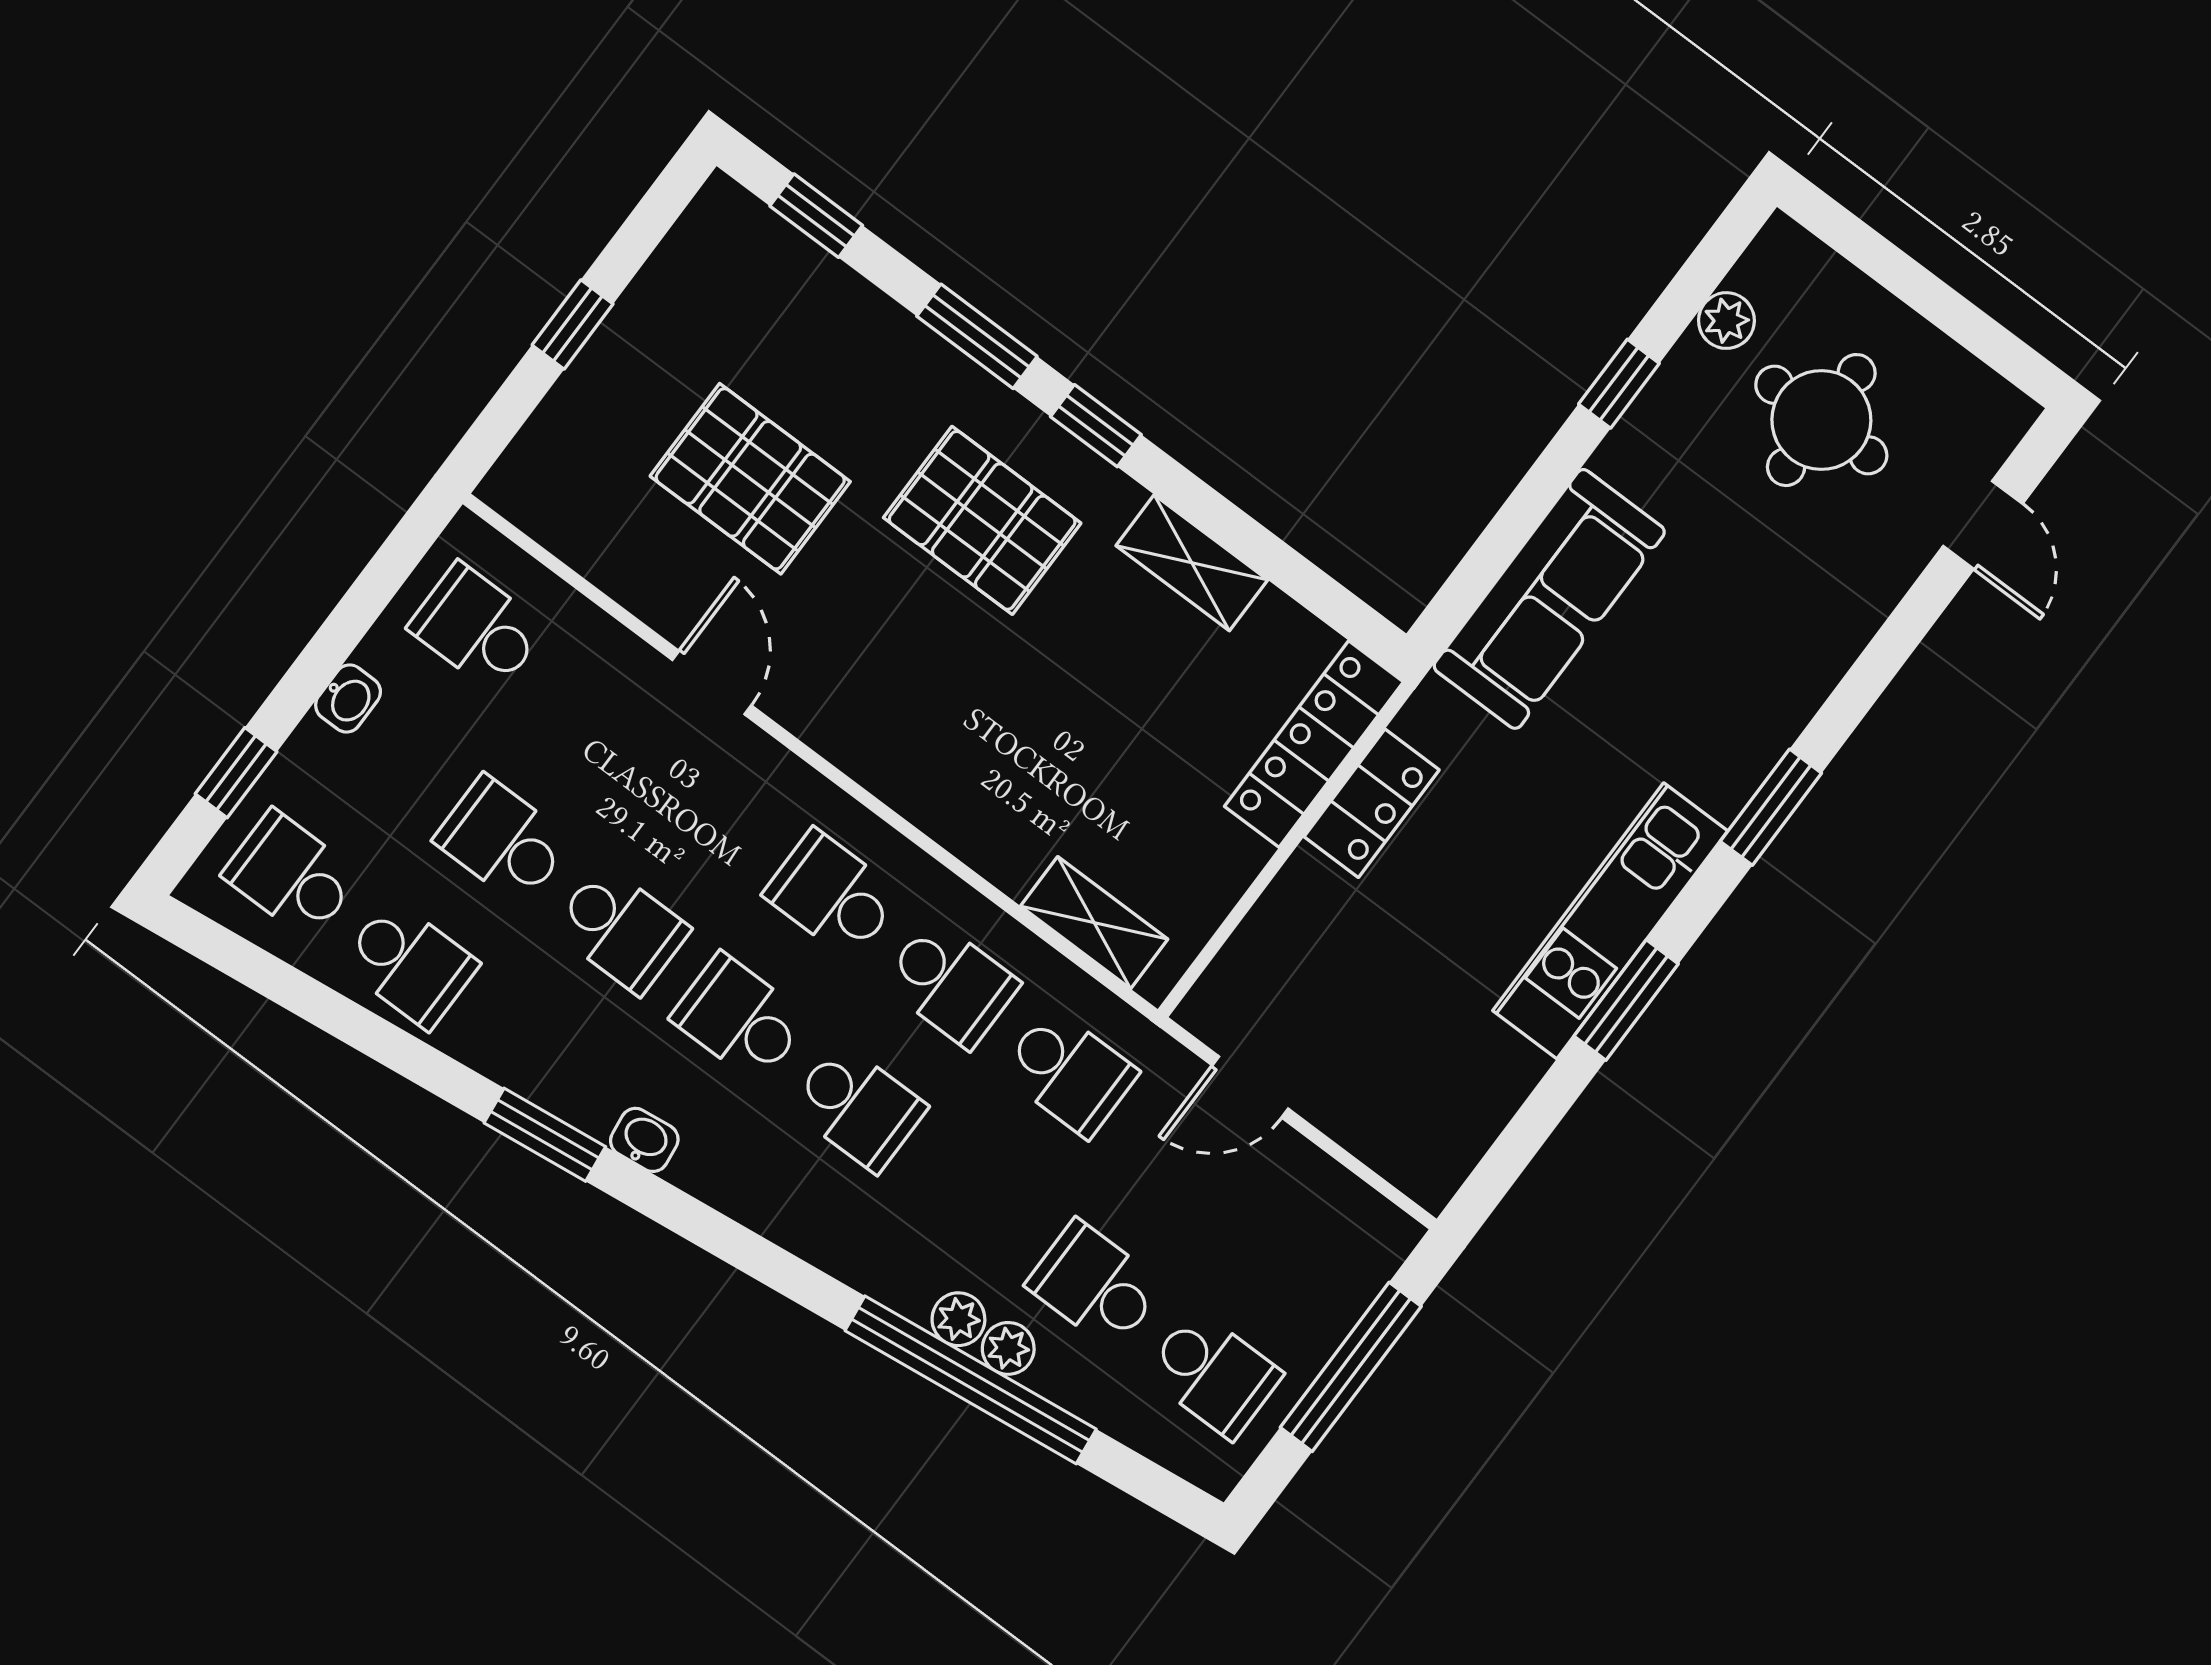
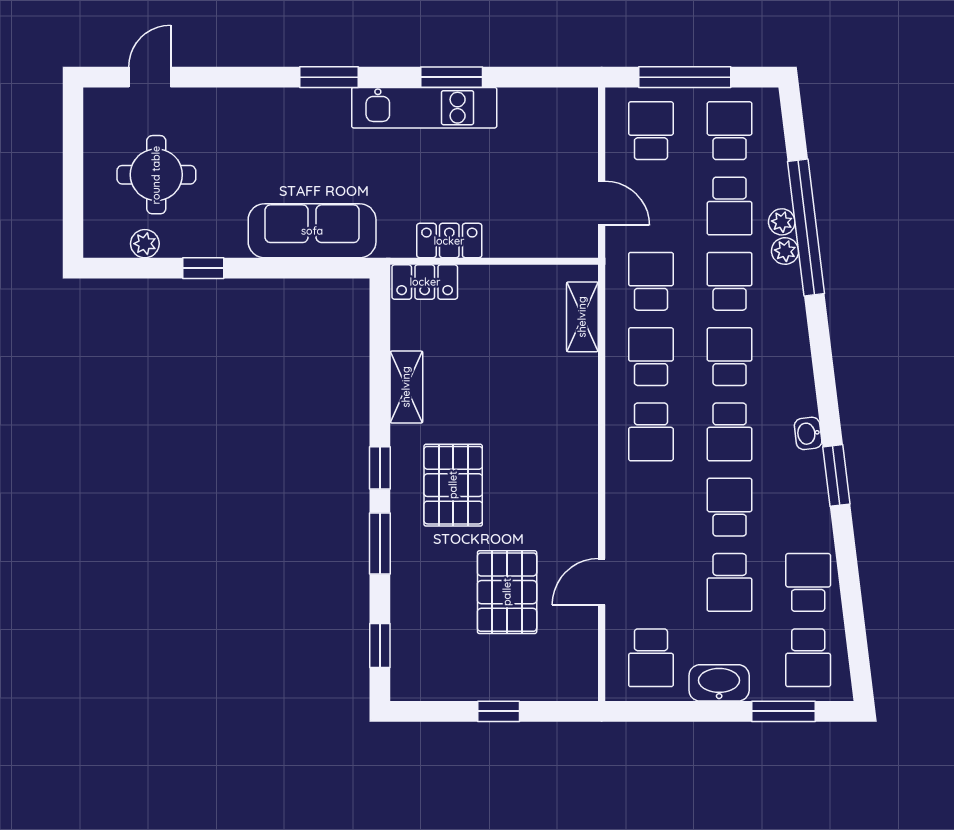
door: (712, 683) -> (602, 582), moved
washbasin: (348, 698) -> (719, 683), width x1.91, depth x1.45
locker: (1314, 744) -> (425, 282), width x0.66
window: (236, 773) -> (783, 711), width x1.50
school desk: (976, 1196) -> (730, 281), added
school desk: (1306, 1250) -> (651, 131), added

